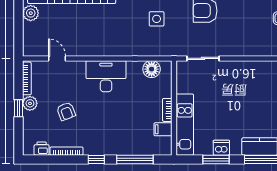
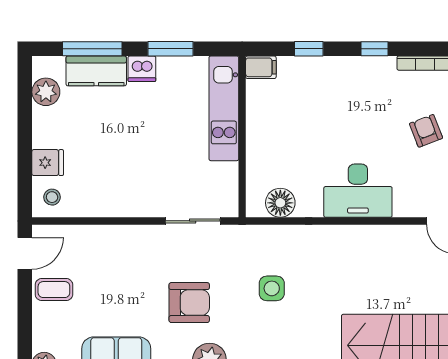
bookcase: (167, 110) -> (254, 133), removed
filing cabinet: (163, 129) -> (261, 67), moved
dishwasher: (221, 148) -> (142, 69), moved
window: (135, 159) -> (309, 49), width x0.46

